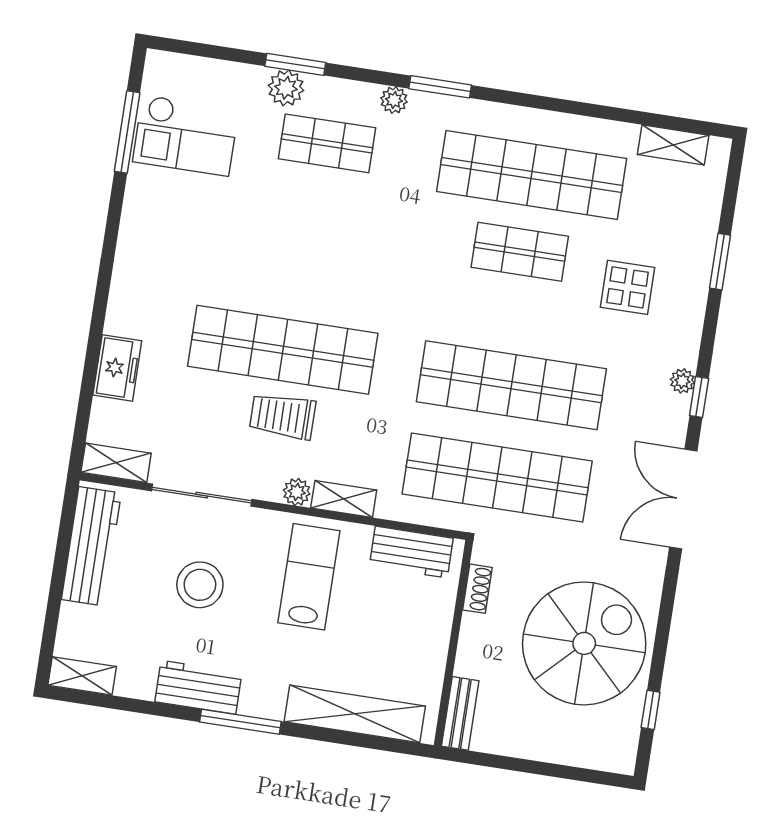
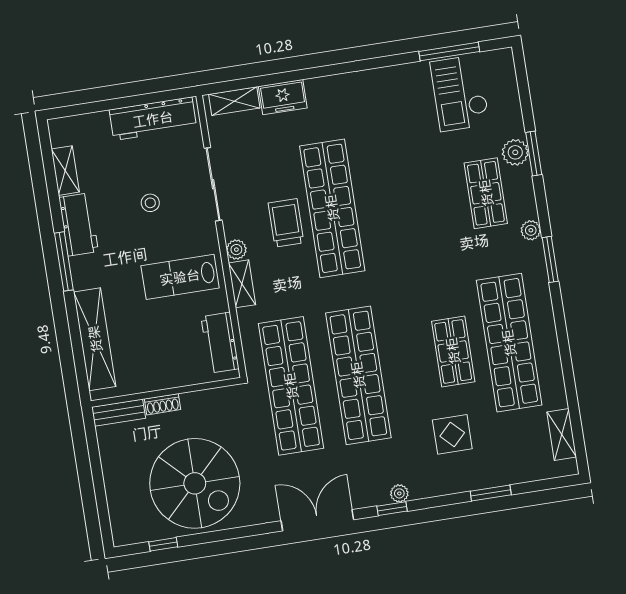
shelving: (116, 463) -> (234, 101), moved, turned 90
lab bench: (309, 577) -> (180, 277), turned 180
stool: (200, 585) -> (150, 203), width x0.53, depth x0.53
shoe rack: (477, 589) -> (163, 404), moved
shelving: (82, 676) -> (65, 171), moved

